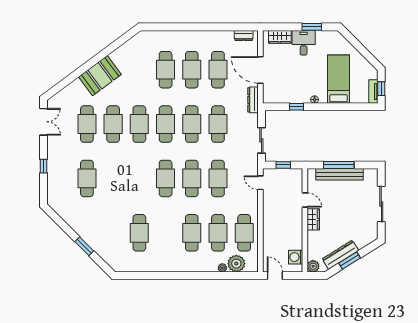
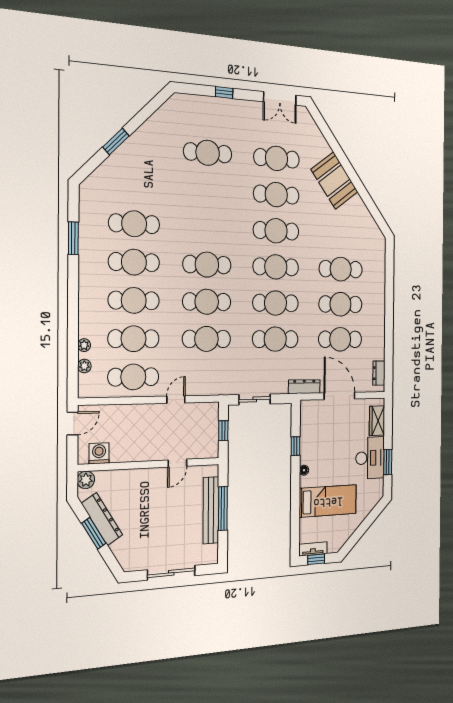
desk: (304, 43) -> (370, 458), width x1.37
door: (260, 70) -> (339, 396), hinge flipped
door: (260, 183) -> (176, 400), moved
wardrobe: (313, 219) -> (151, 477), removed
cafe table: (166, 233) -> (134, 262), added
plant: (236, 264) -> (84, 366), width x0.53, depth x0.53
window: (151, 276) -> (73, 238), added

